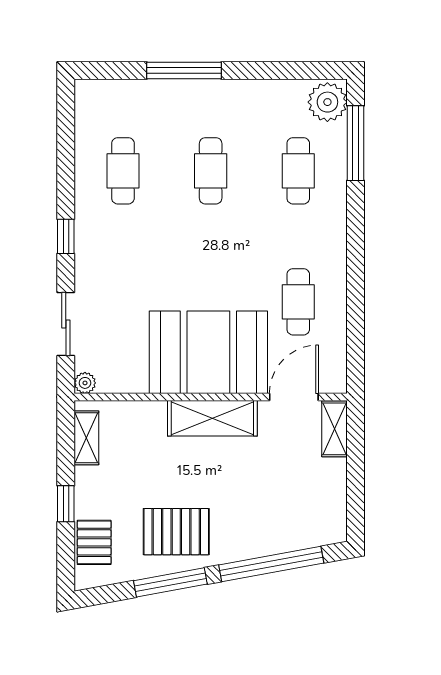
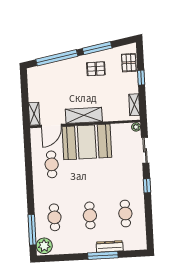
dresser: (166, 92) -> (110, 246), added
pallet: (176, 532) -> (96, 69), width x0.67, depth x0.71

